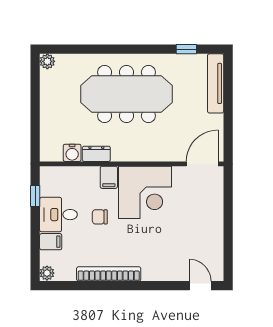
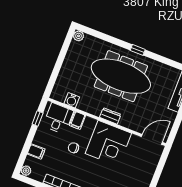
window: (186, 49) -> (138, 50), moved
dresser: (96, 154) -> (110, 116), moved
filing cabinet: (109, 177) -> (78, 120), moved
desk: (58, 215) -> (58, 118), moved, turned 90

